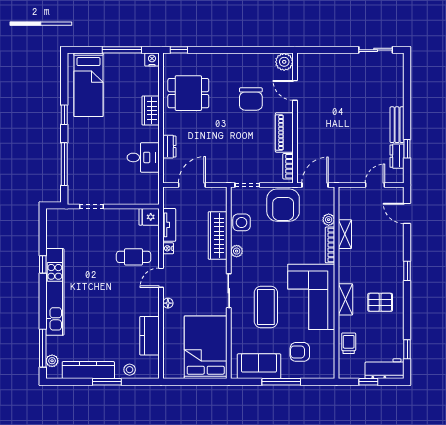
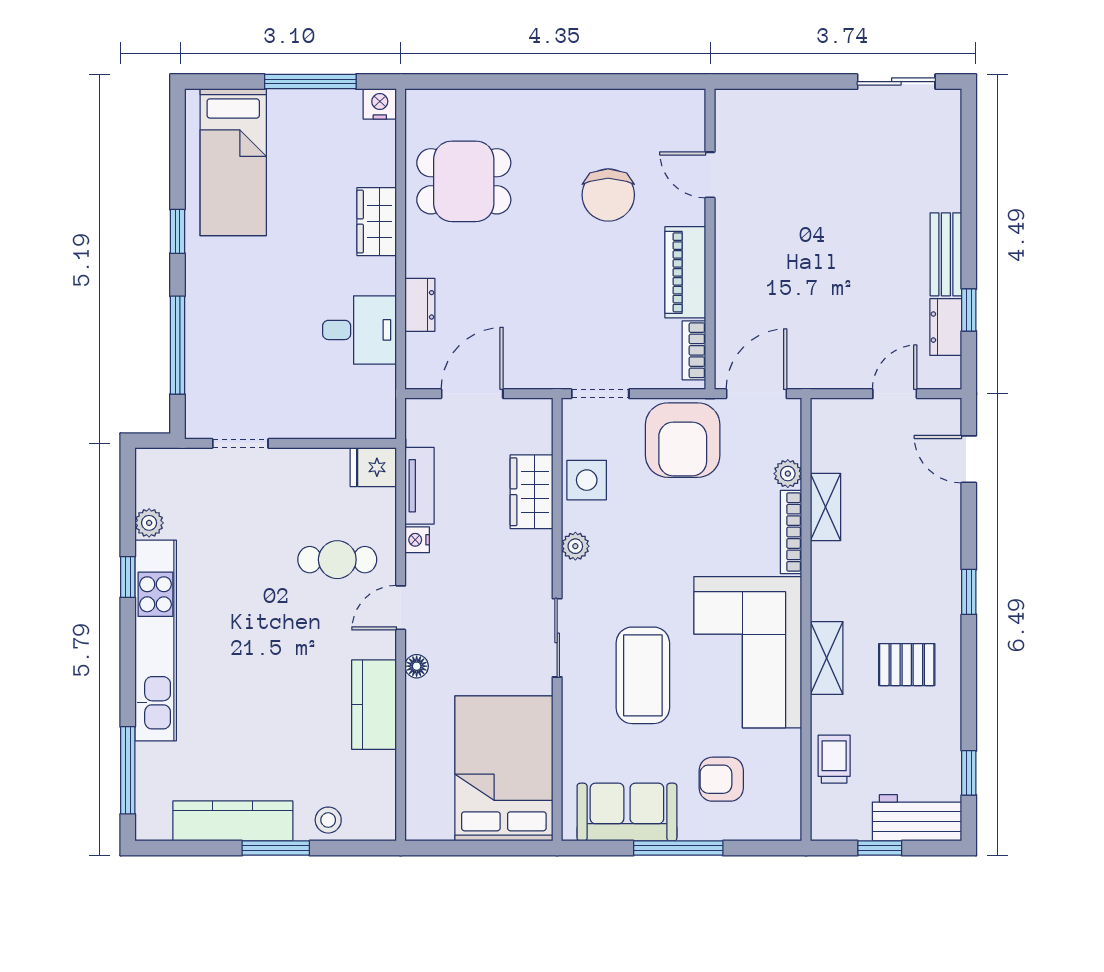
window: (179, 50) -> (442, 82), removed
plant: (284, 62) -> (685, 109), removed
wardrobe: (218, 235) -> (531, 492), width x0.67
kitchen counter: (149, 336) -> (374, 705), moved
plant: (52, 361) -> (149, 523), moved

